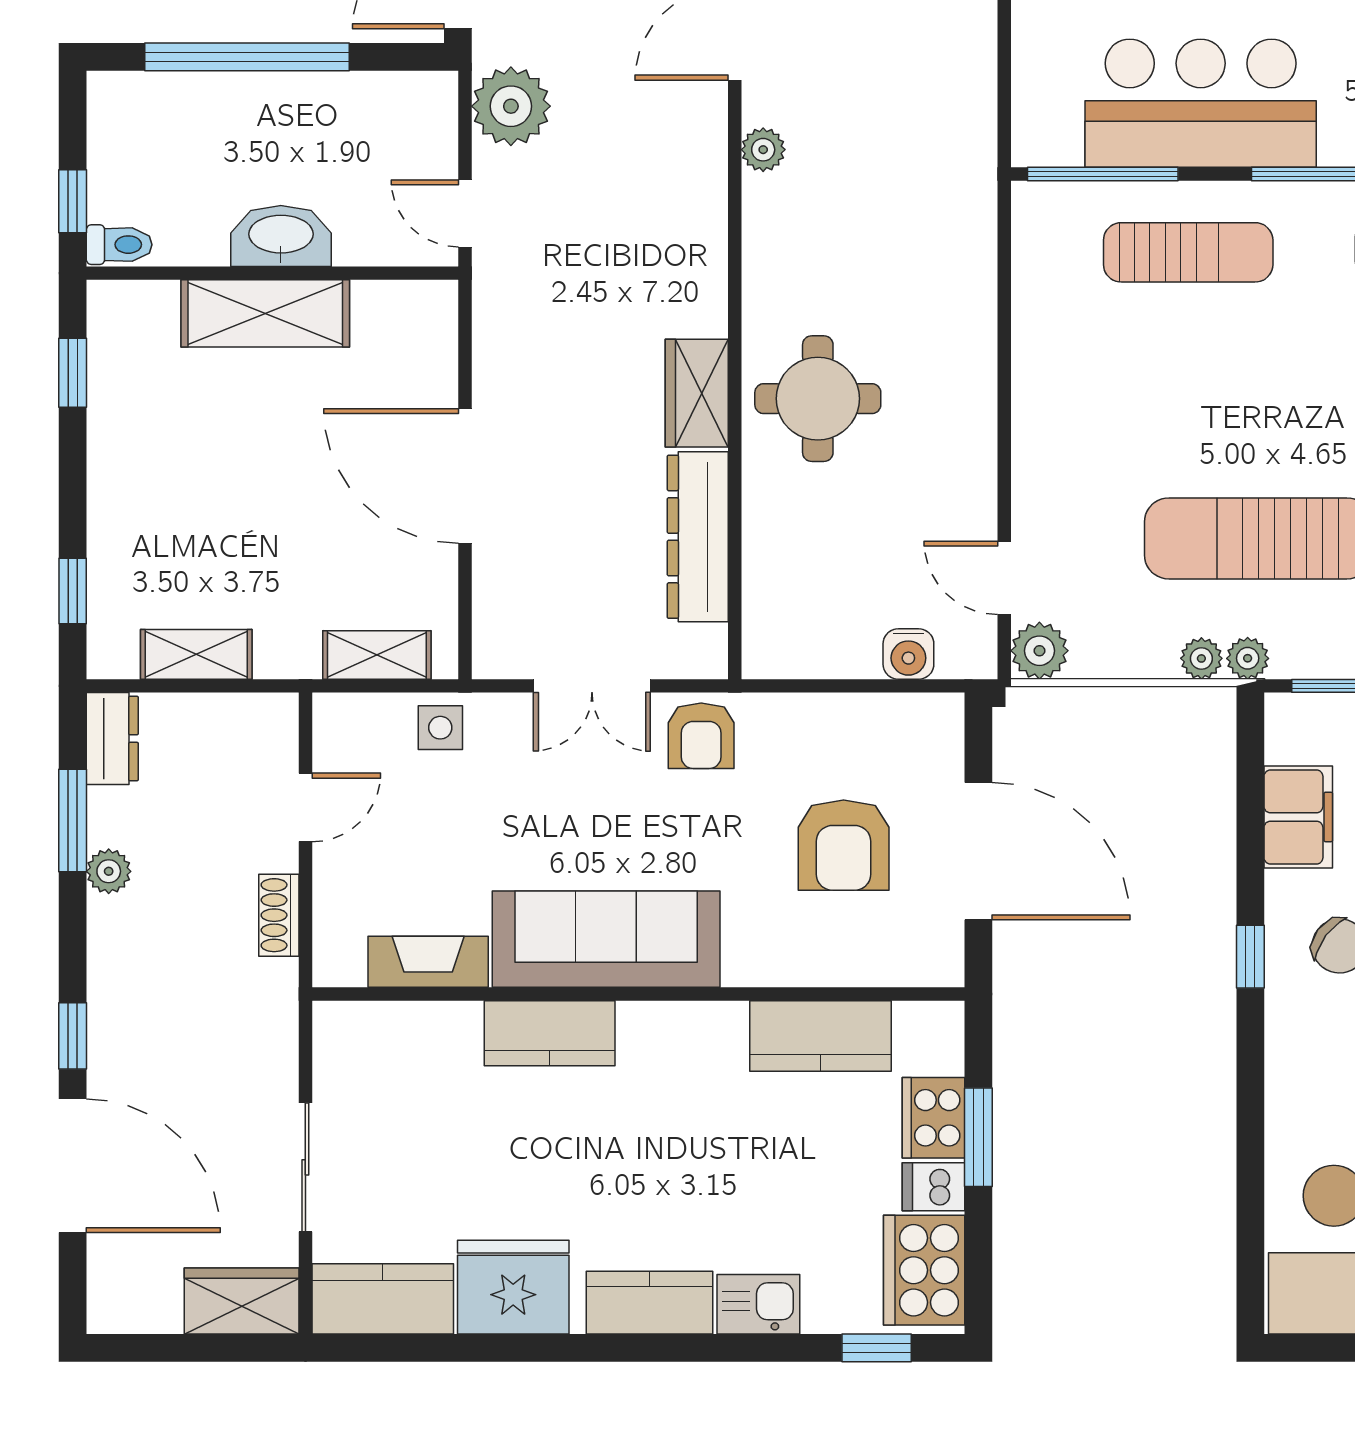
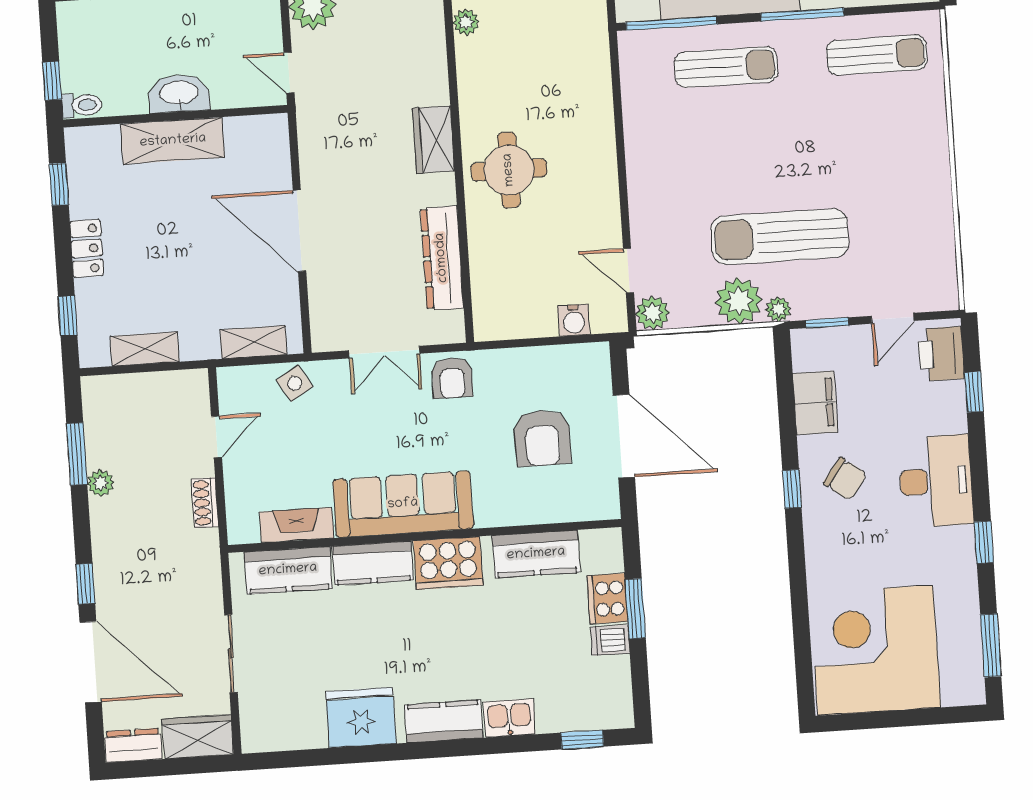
wardrobe: (697, 393) -> (434, 140), moved
locker: (111, 482) -> (87, 248), added
plant: (1201, 658) -> (739, 301), width x1.87, depth x1.87
side table: (440, 728) -> (295, 383), turned -31
dresser: (112, 739) -> (133, 745), moved, turned -90
cooker: (924, 1270) -> (448, 563), moved, turned -90
kitchen counter: (383, 1299) -> (288, 570), moved, turned 180

